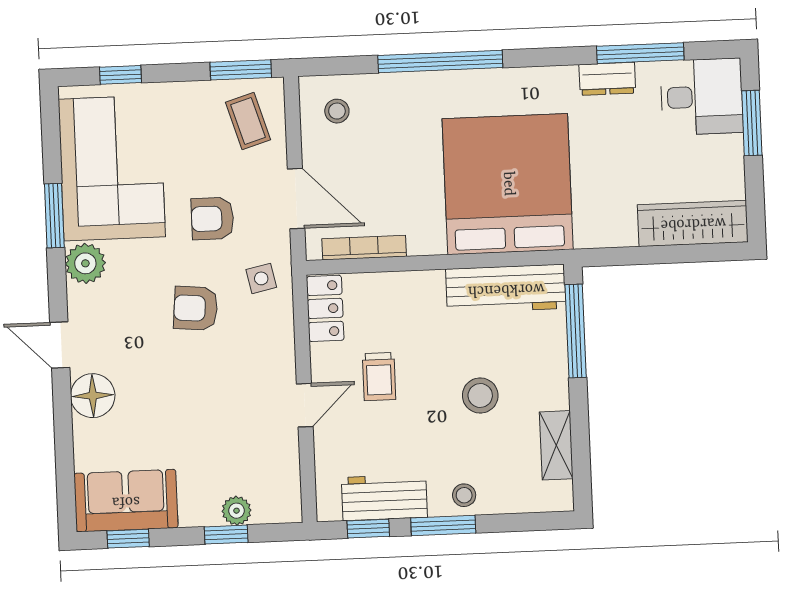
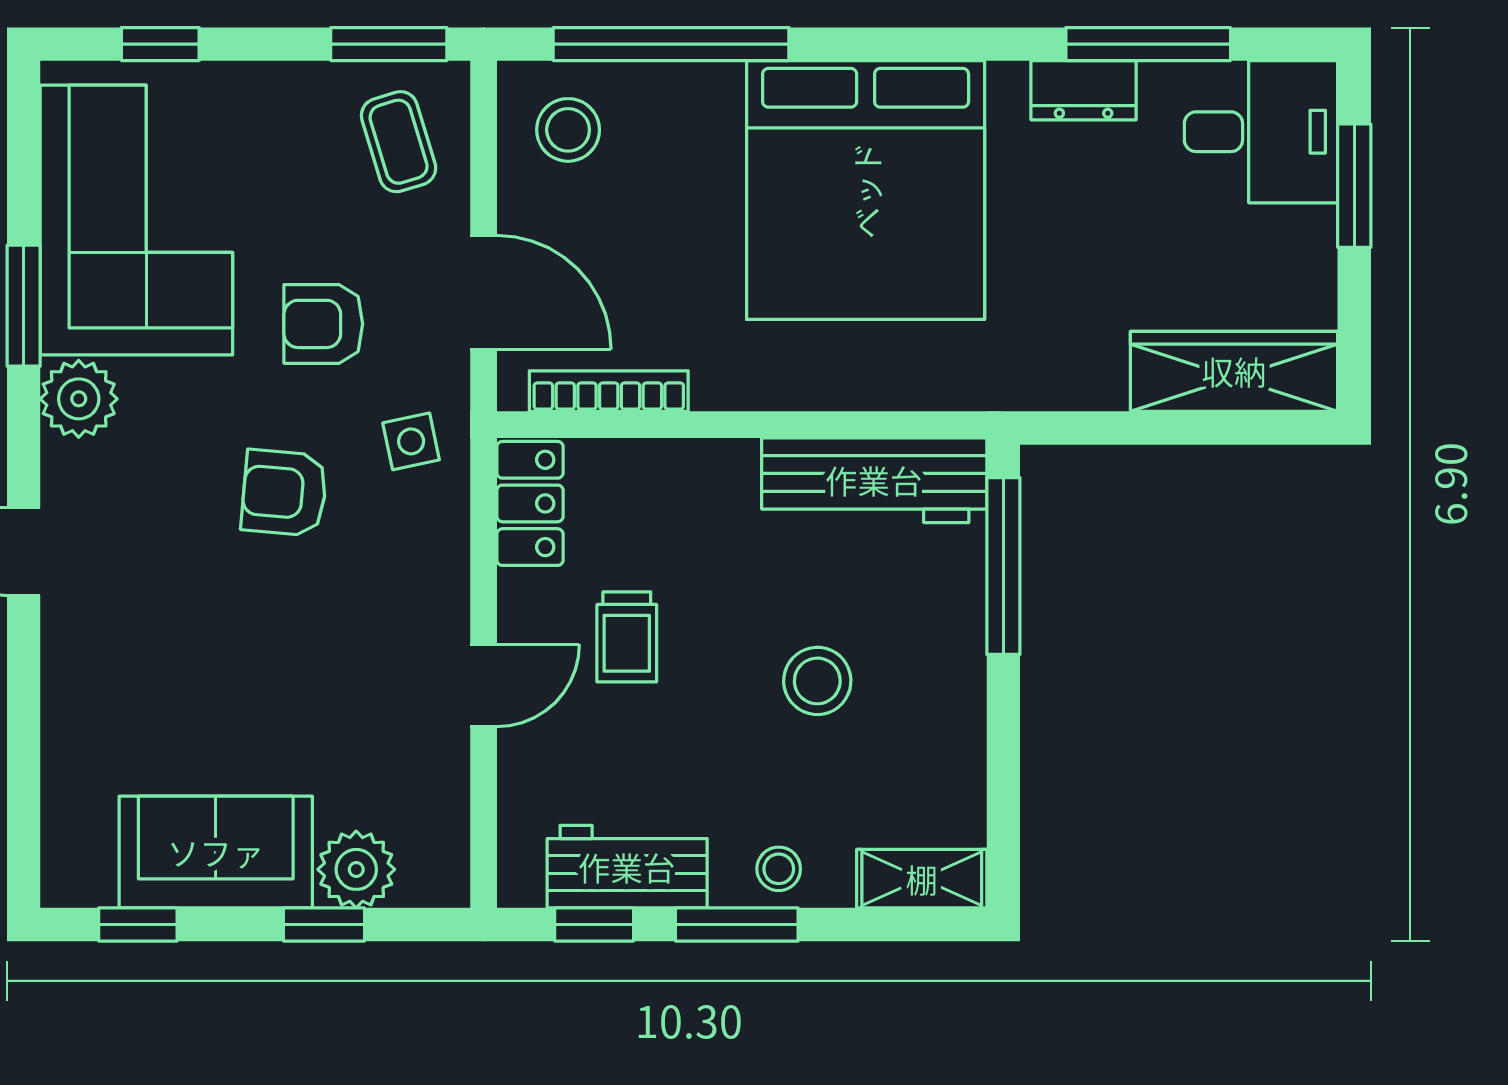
window: (440, 61) -> (671, 44), moved
stool: (337, 111) -> (568, 130), width x1.37, depth x1.37
bed: (508, 184) -> (866, 190), moved, turned 180
floor lamp: (93, 396) -> (82, 650), removed
shelving: (556, 445) -> (922, 879), moved, turned 90
sofa: (126, 501) -> (216, 852), moved
plant: (237, 511) -> (356, 869), width x1.38, depth x1.38

